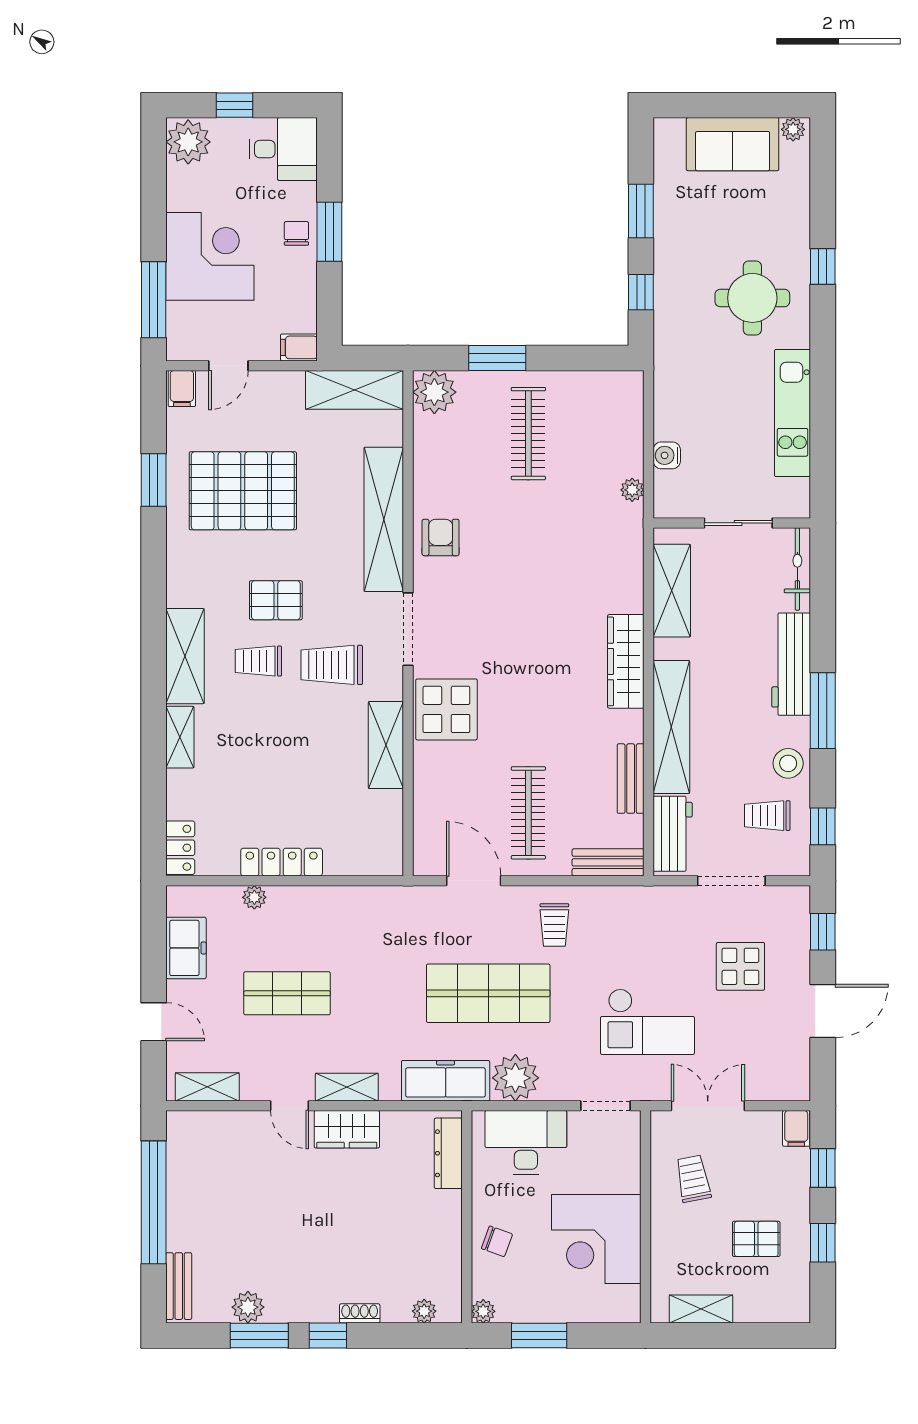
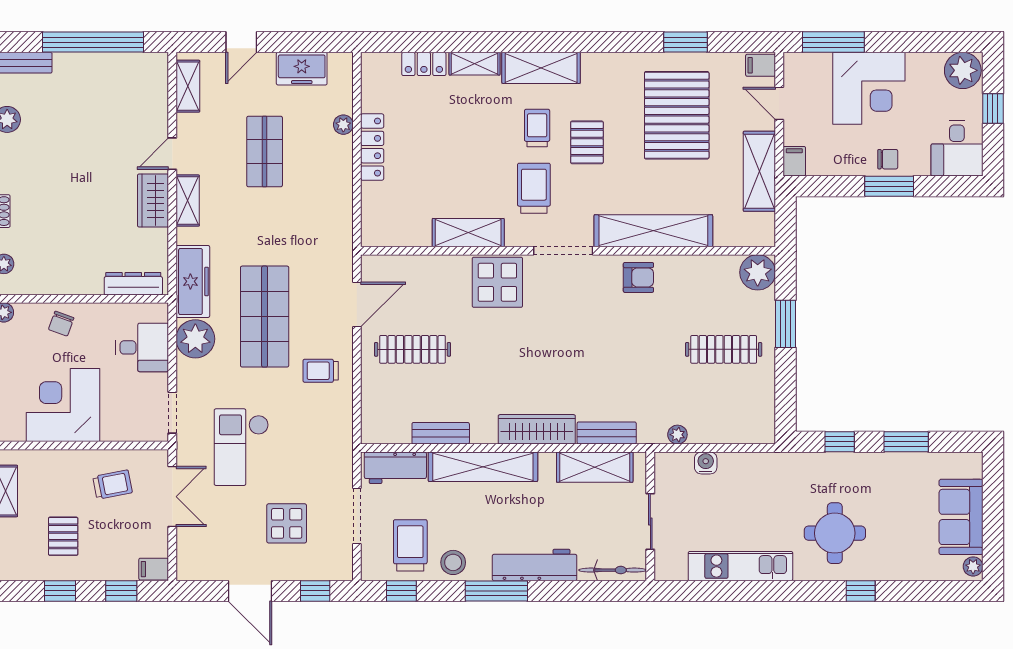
shelving: (354, 390) -> (759, 171), moved
trolley: (767, 816) -> (410, 545), width x1.36, depth x1.39
locker: (180, 848) -> (424, 64), moved
bench: (608, 862) -> (607, 433), moved, turned 90
desk: (526, 1143) -> (142, 347), width x0.73

